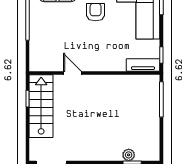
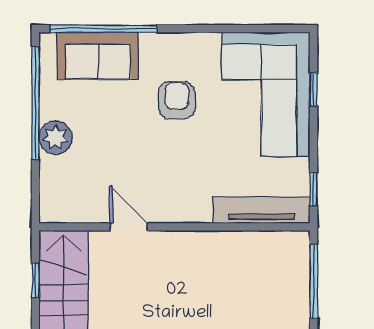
plant: (37, 30) -> (56, 138), added
tv unit: (143, 65) -> (261, 210), width x1.41

